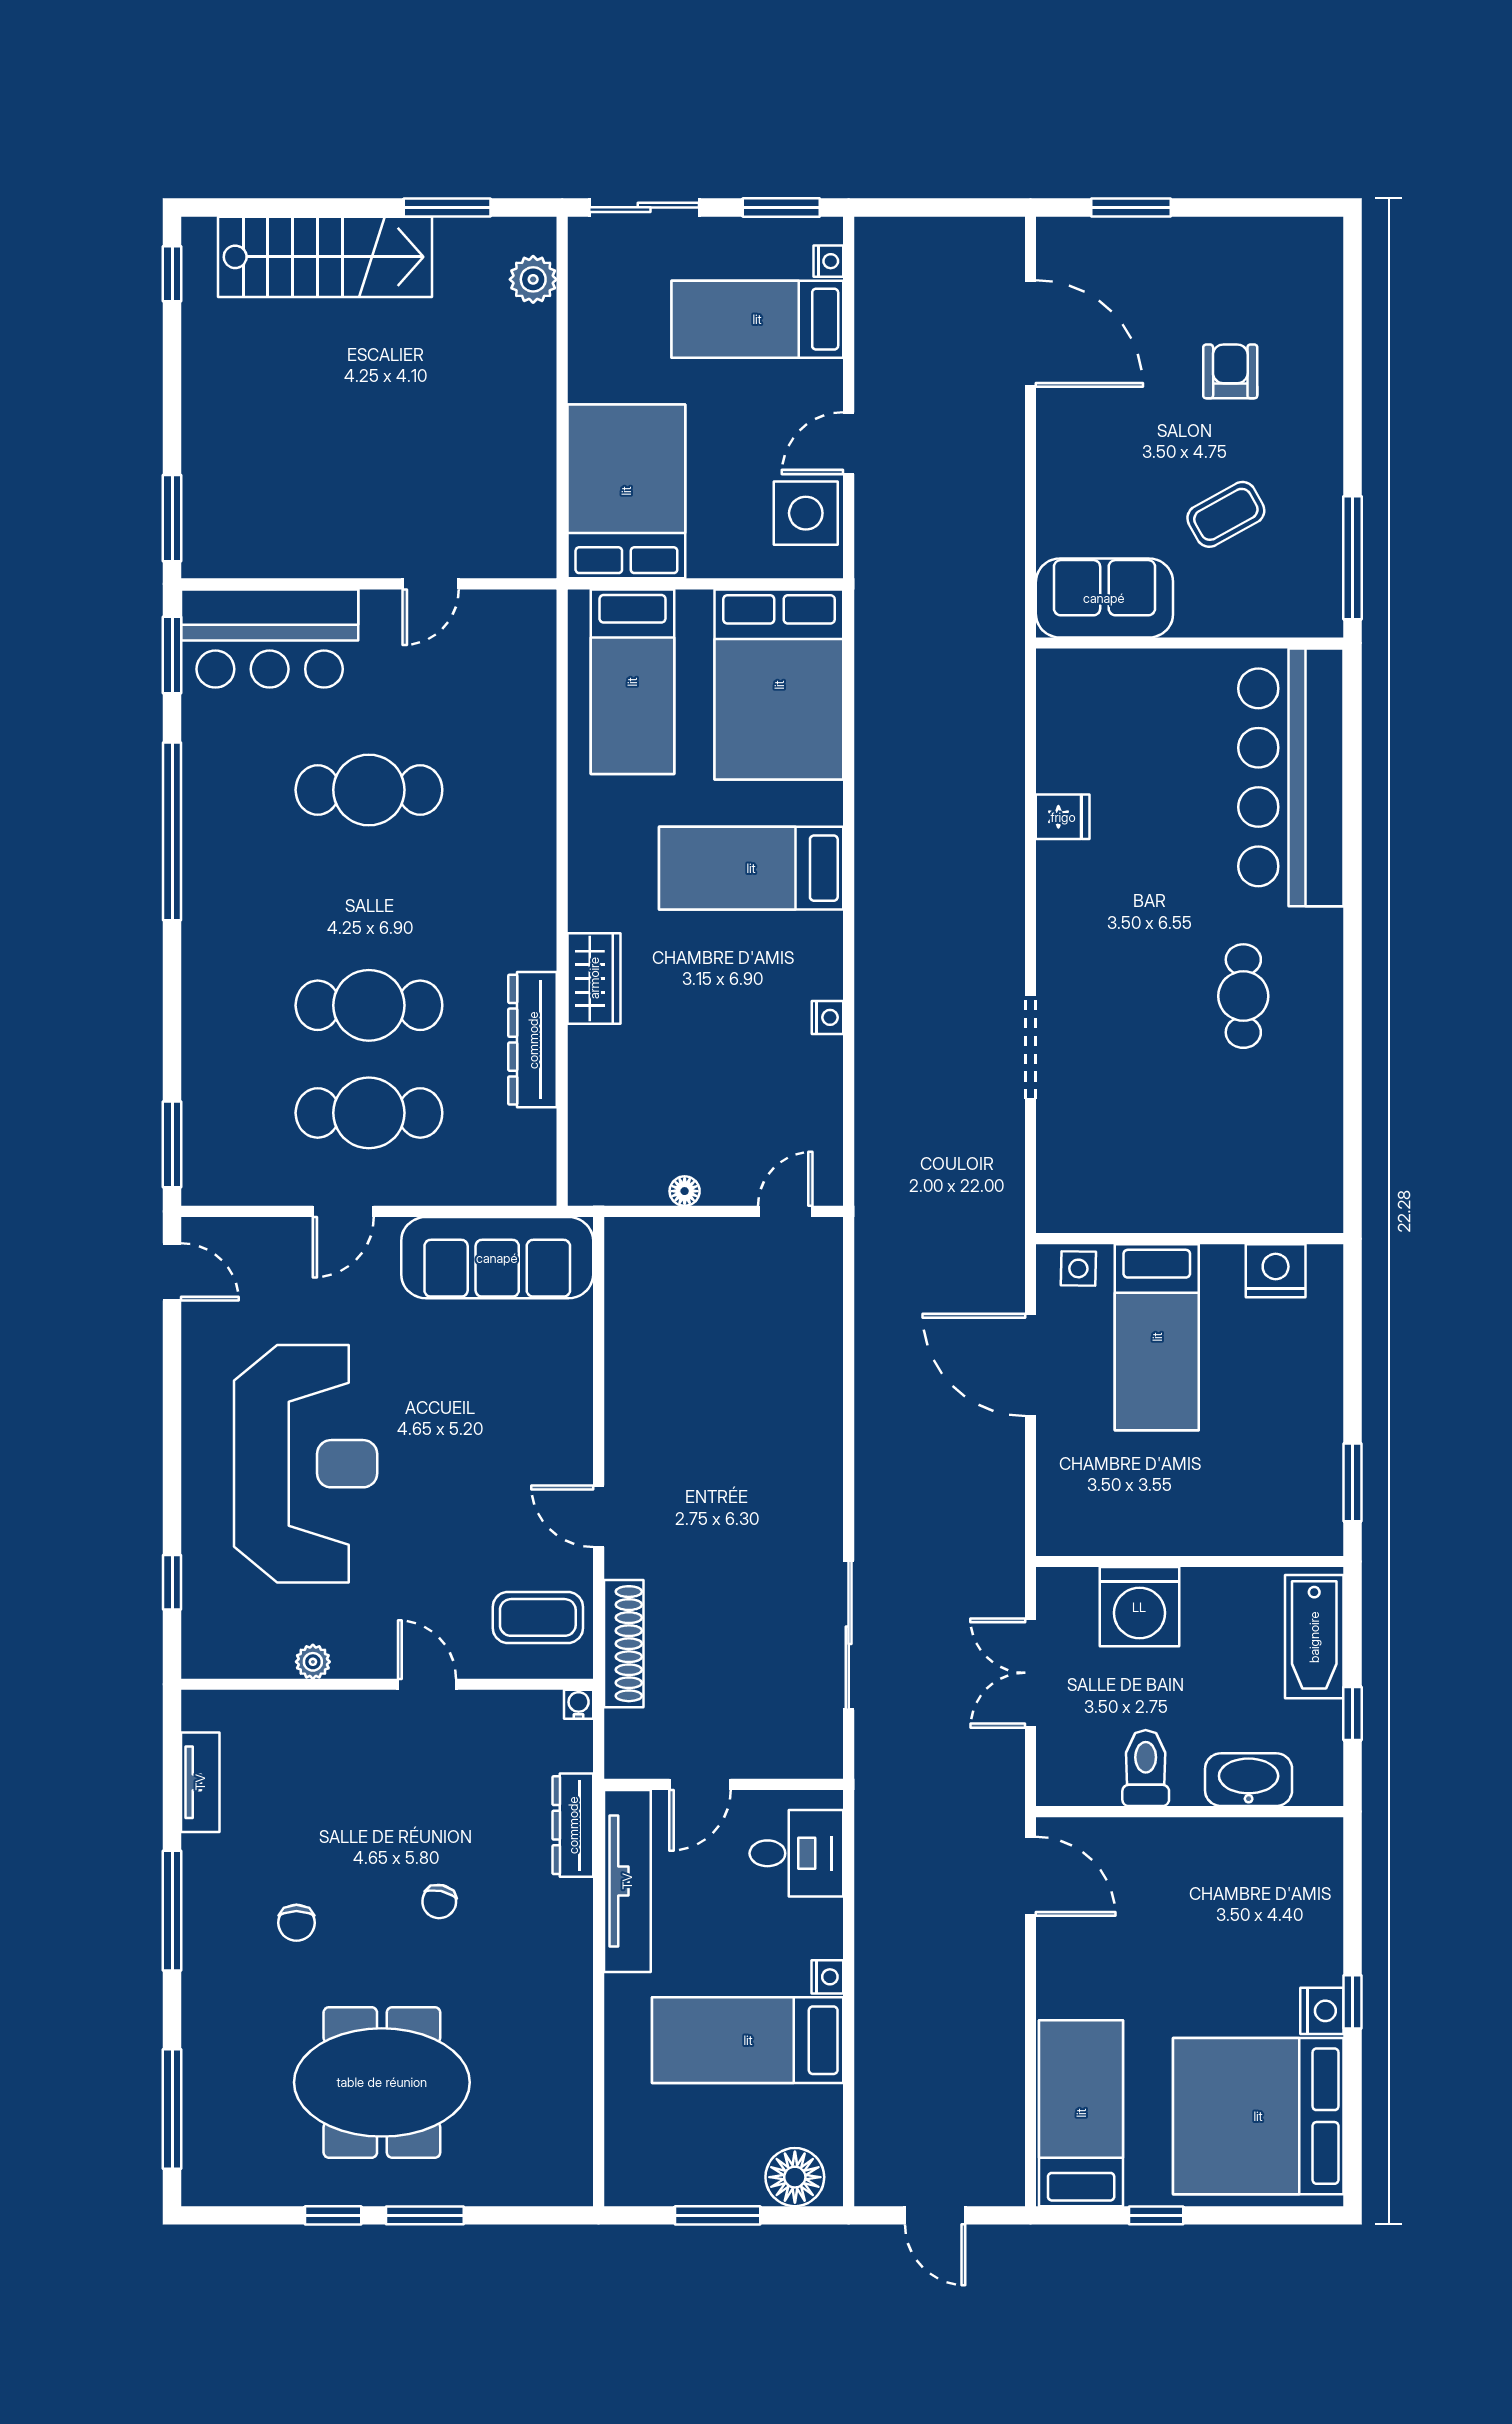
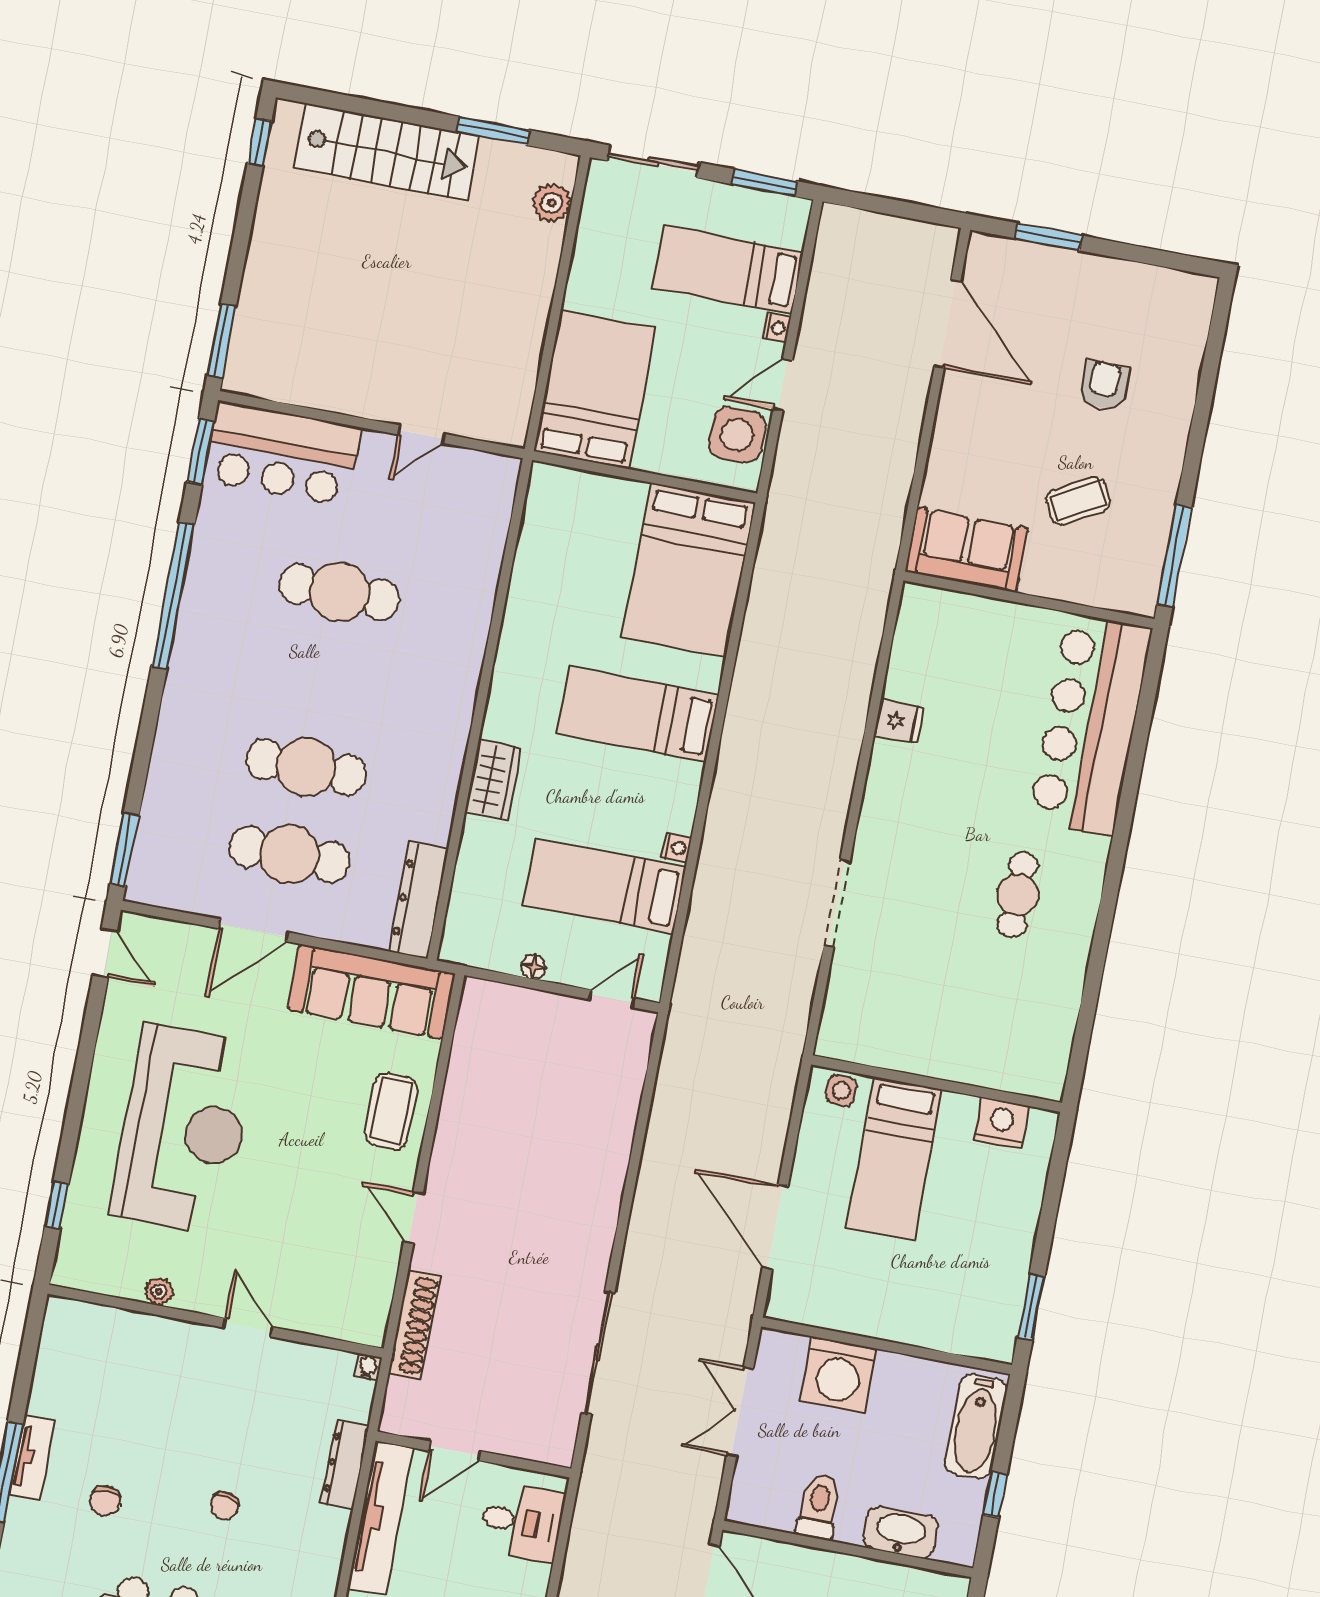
nightstand: (828, 261) -> (777, 328), moved
bed: (632, 682) -> (605, 886), moved, turned 90
dresser: (533, 1040) -> (418, 900), moved
door: (343, 1211) -> (253, 930), width x1.38
door: (1031, 1365) -> (775, 1227), moved
coffee table: (538, 1617) -> (391, 1111), moved, turned 90
tv unit: (200, 1782) -> (32, 1458), moved

